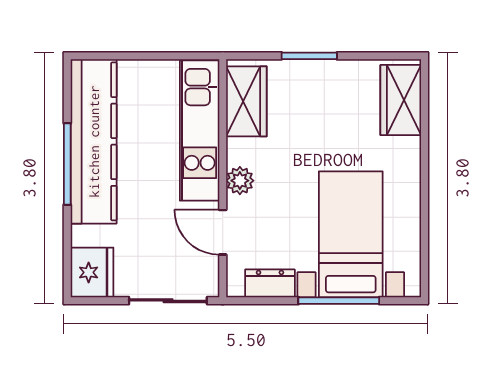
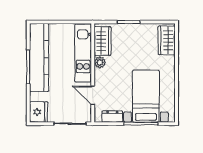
plant: (240, 181) -> (100, 62), moved

